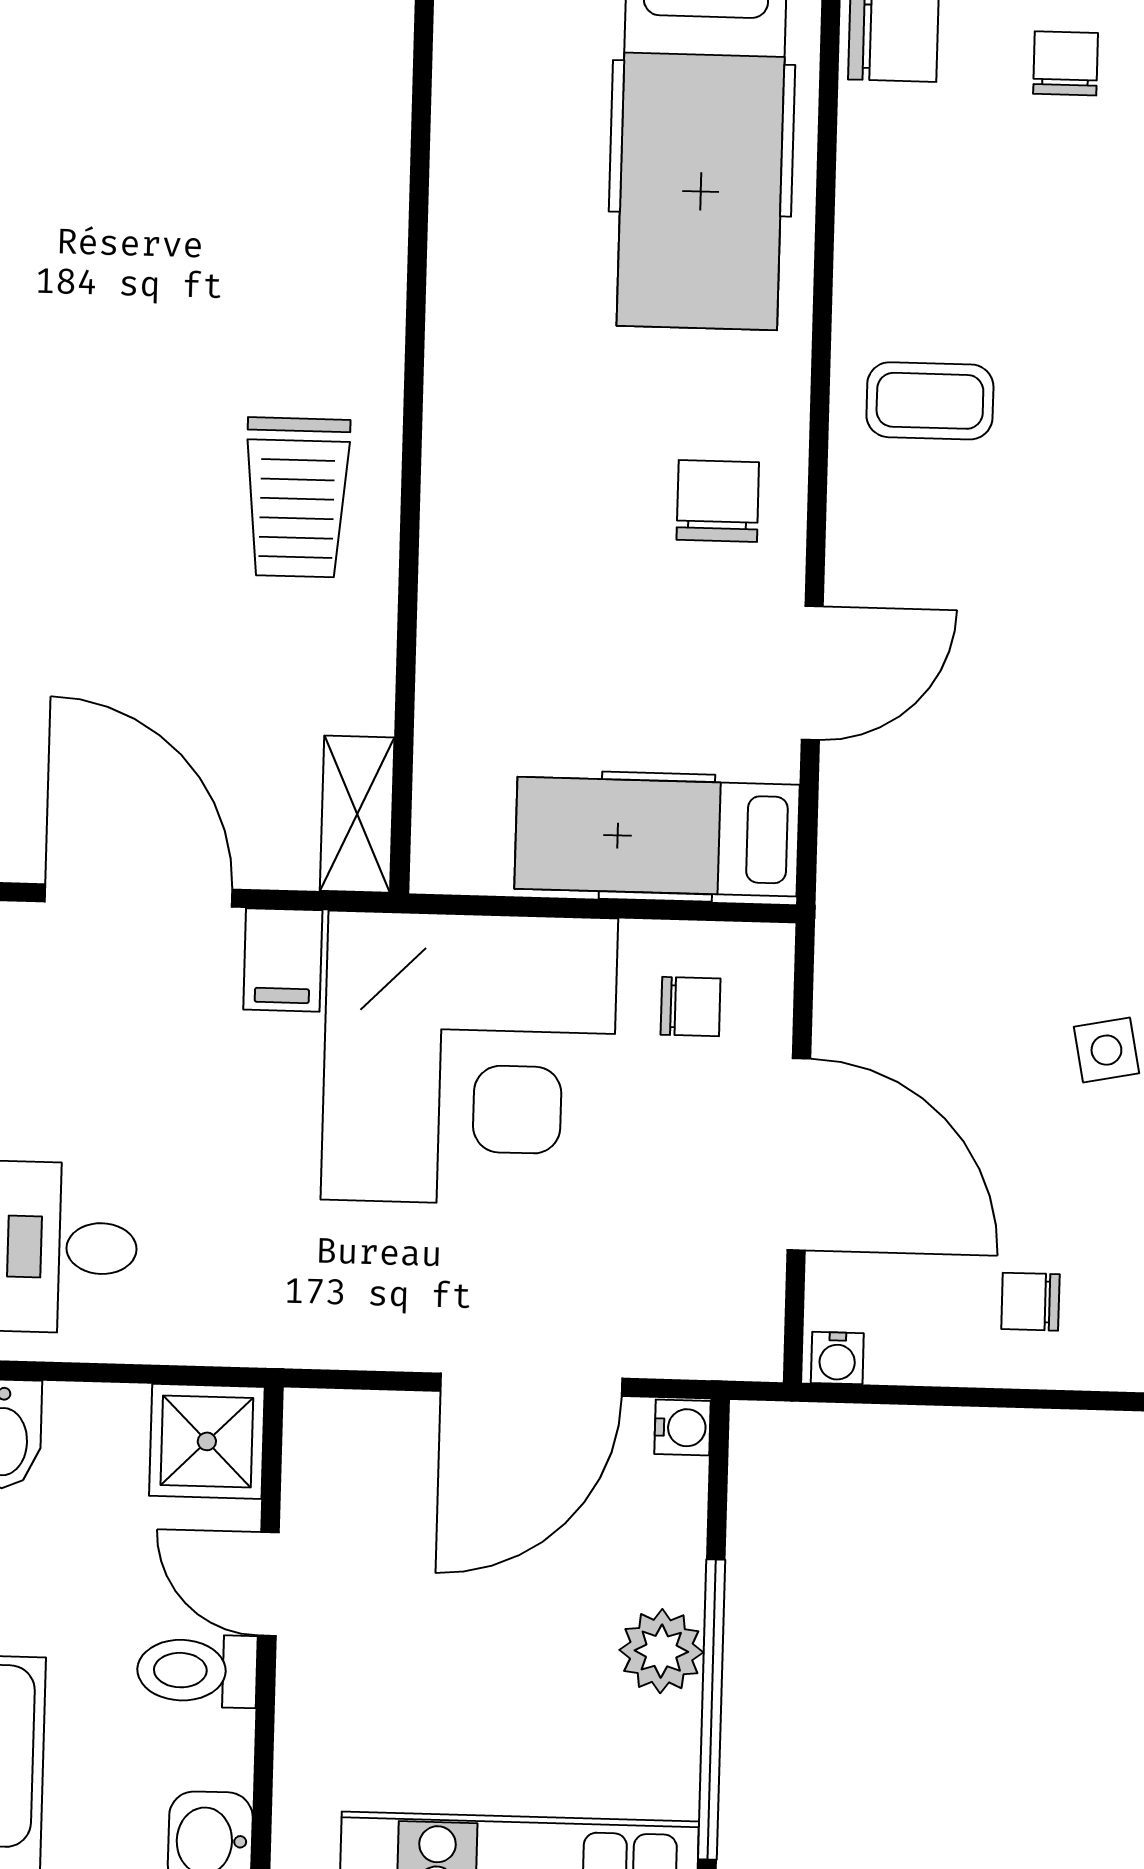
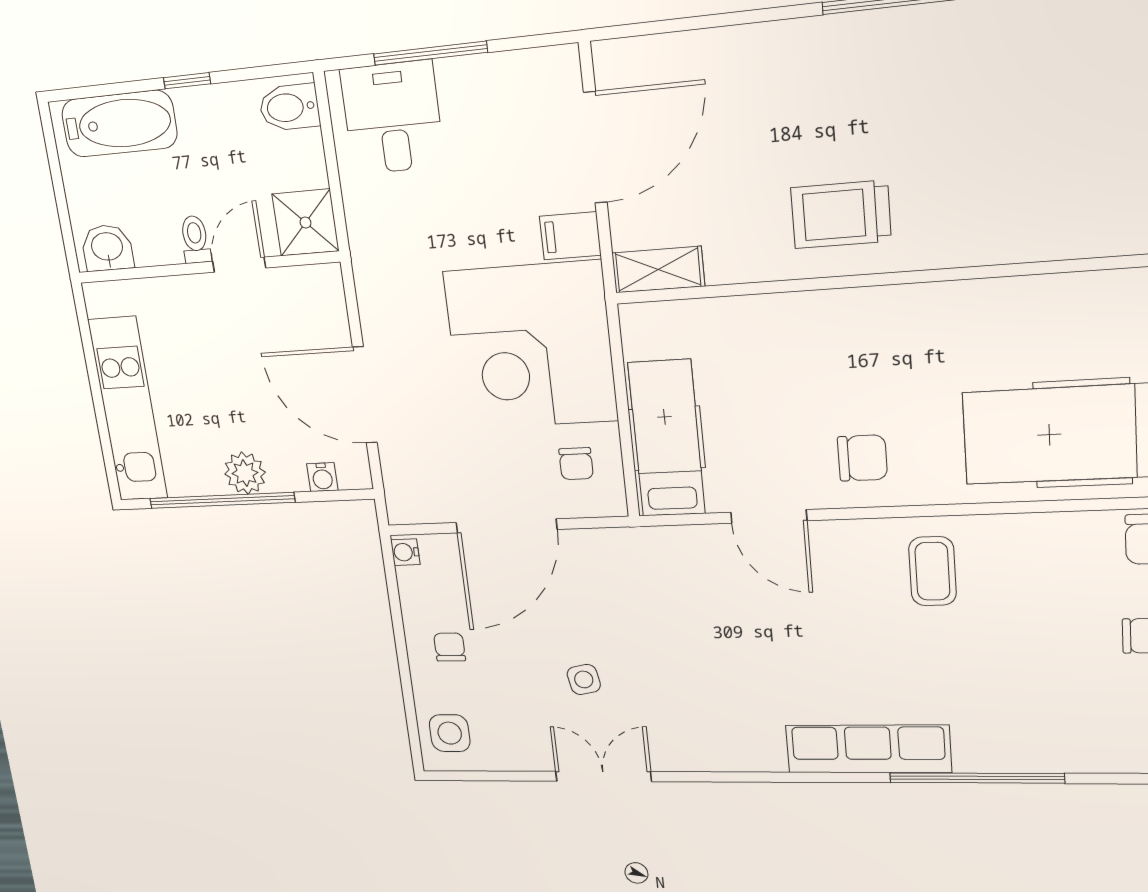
water cooler: (682, 1428) -> (322, 477), moved
toilet: (197, 1671) -> (195, 239), width x0.73, depth x0.72

